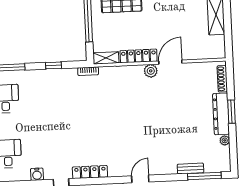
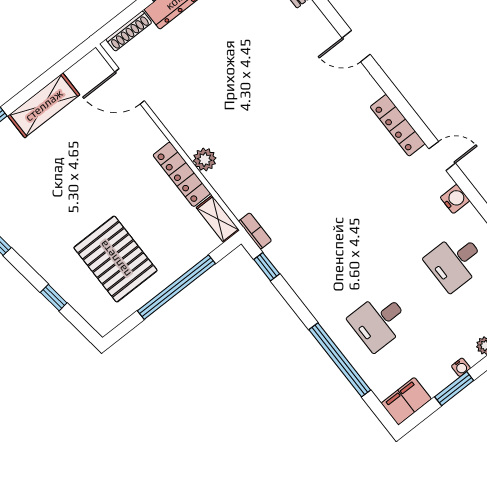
door: (170, 62) -> (130, 86), moved
window: (54, 65) -> (267, 267), moved
plant: (151, 71) -> (205, 160), moved

